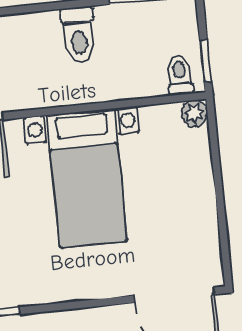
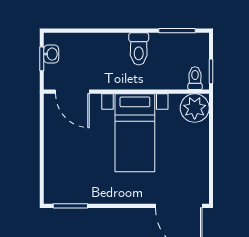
plant: (194, 113) -> (195, 108), width x1.88, depth x1.88

